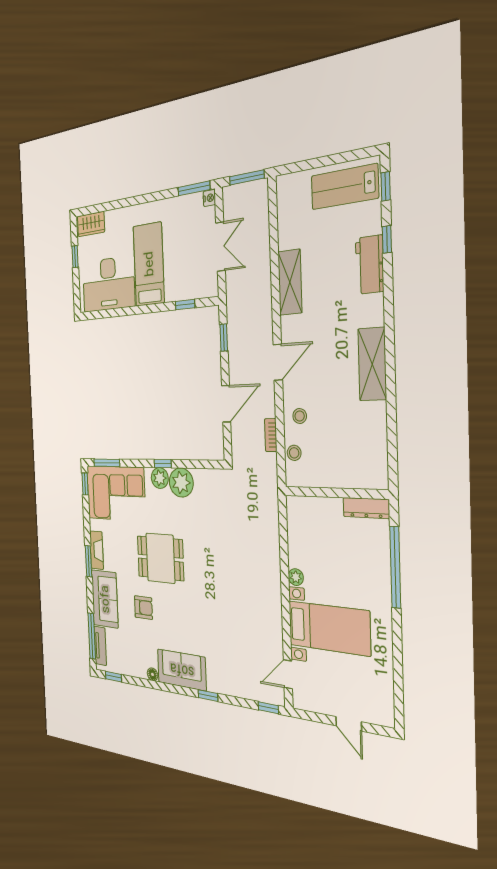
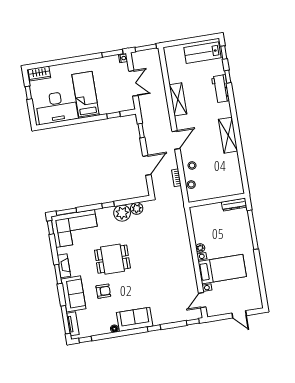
plant: (160, 478) -> (137, 208), moved

